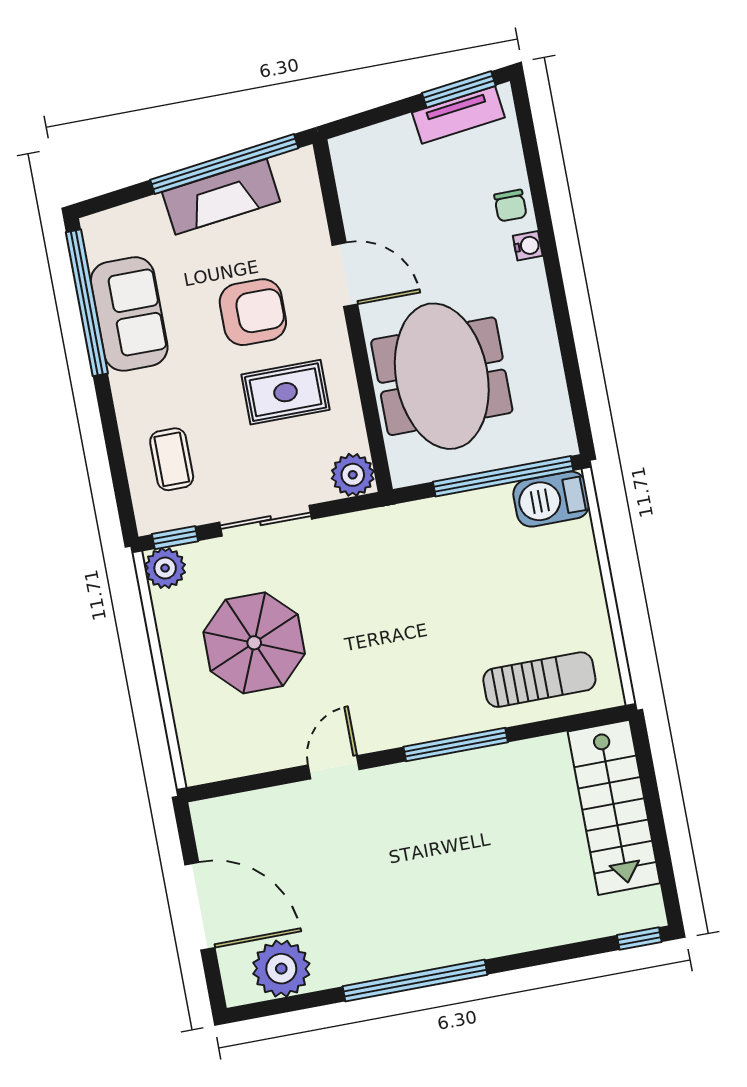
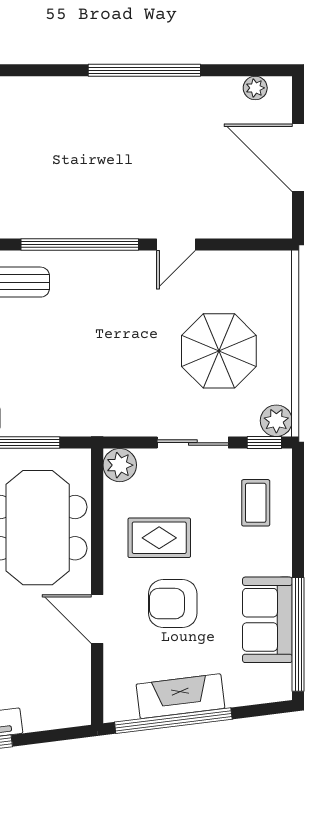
window: (456, 744) -> (80, 245), width x1.46
plant: (281, 969) -> (255, 88), width x0.53, depth x0.53

